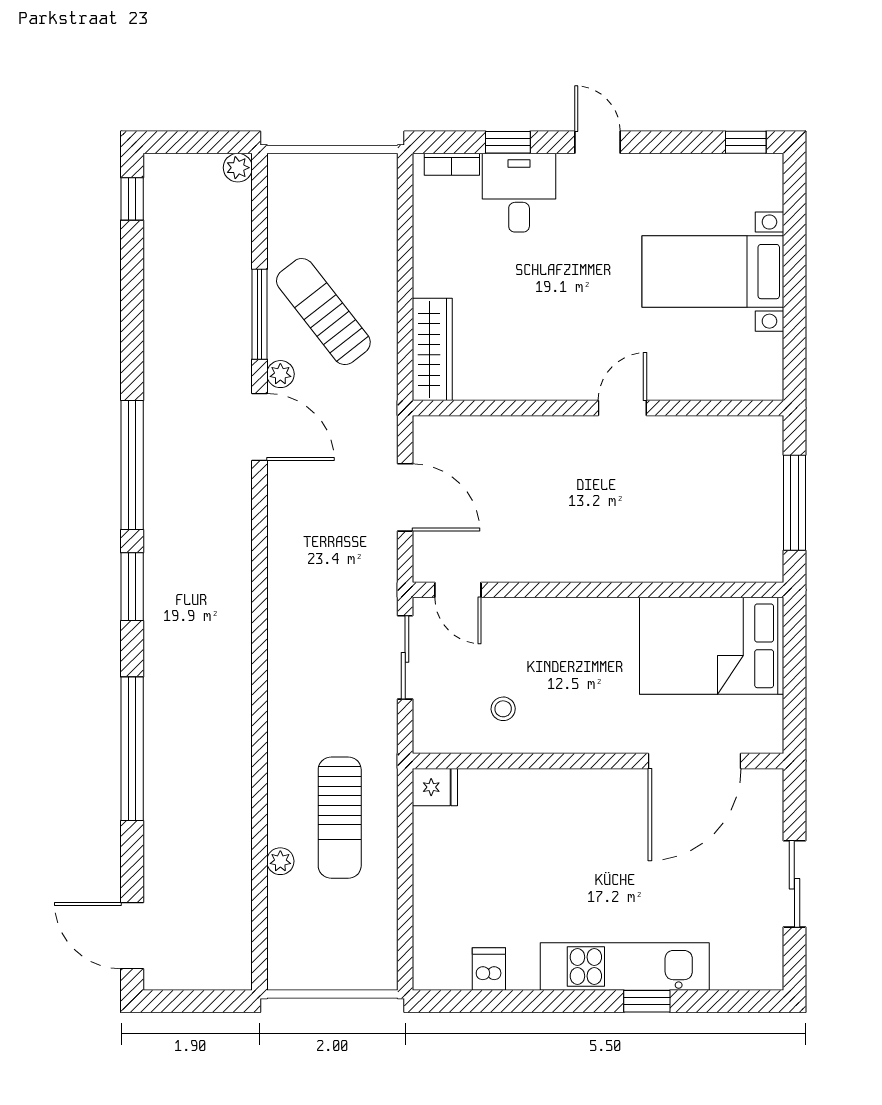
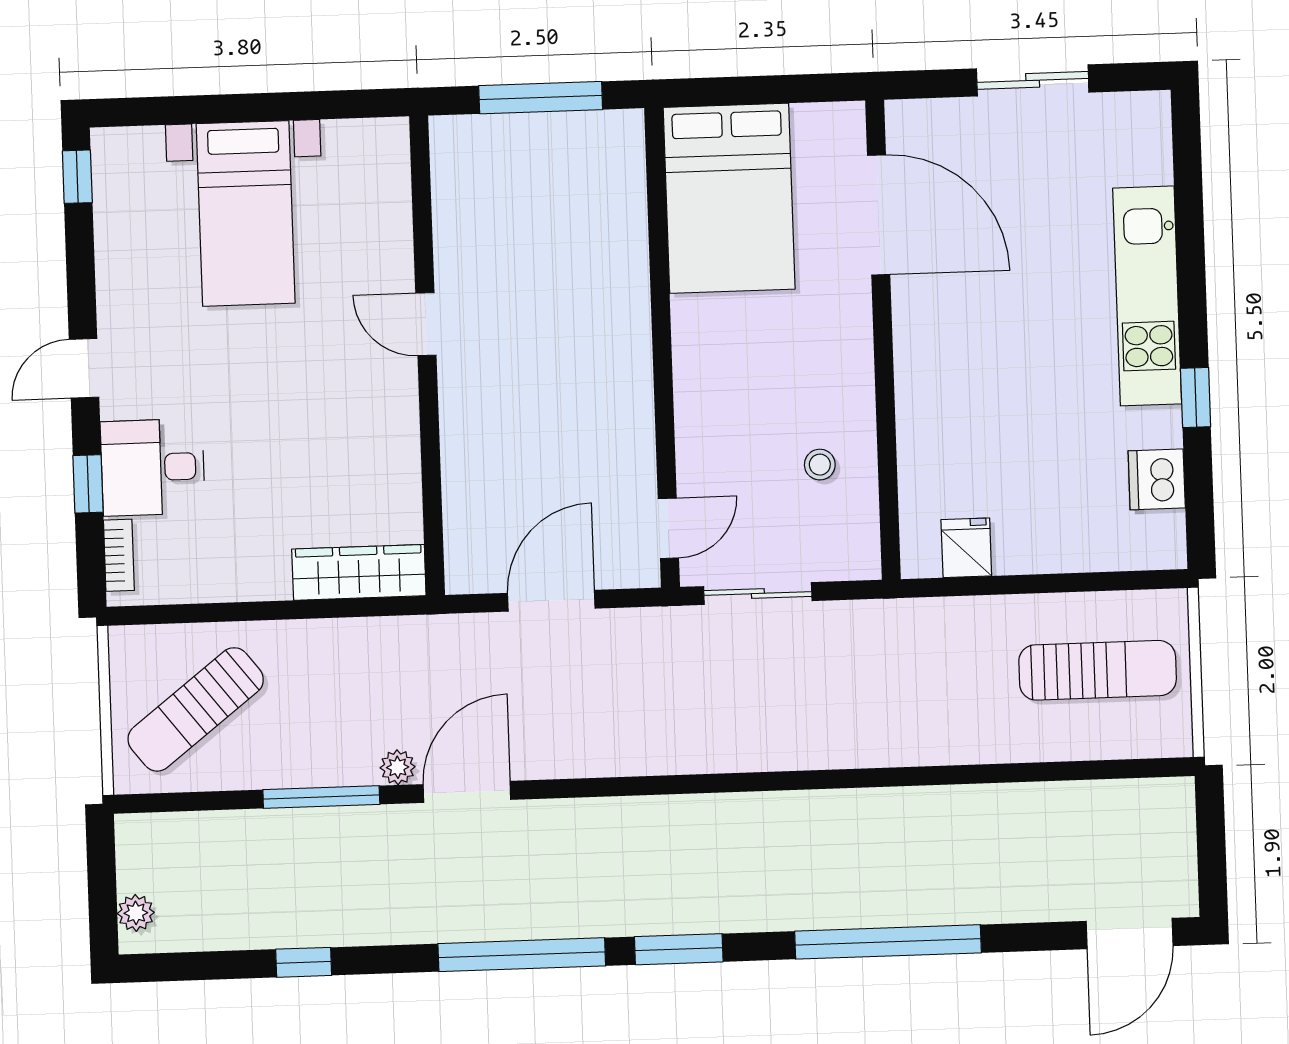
plant: (238, 168) -> (136, 913), moved
window: (132, 199) -> (304, 962), moved
sun lounger: (323, 312) -> (196, 709), moved
fridge: (435, 787) -> (966, 548), moved
sun lounger: (340, 818) -> (1098, 670), moved
plant: (280, 861) -> (1027, 745), removed
dishwasher: (489, 969) -> (1157, 479), width x1.38
window: (647, 1001) -> (1196, 398), moved

